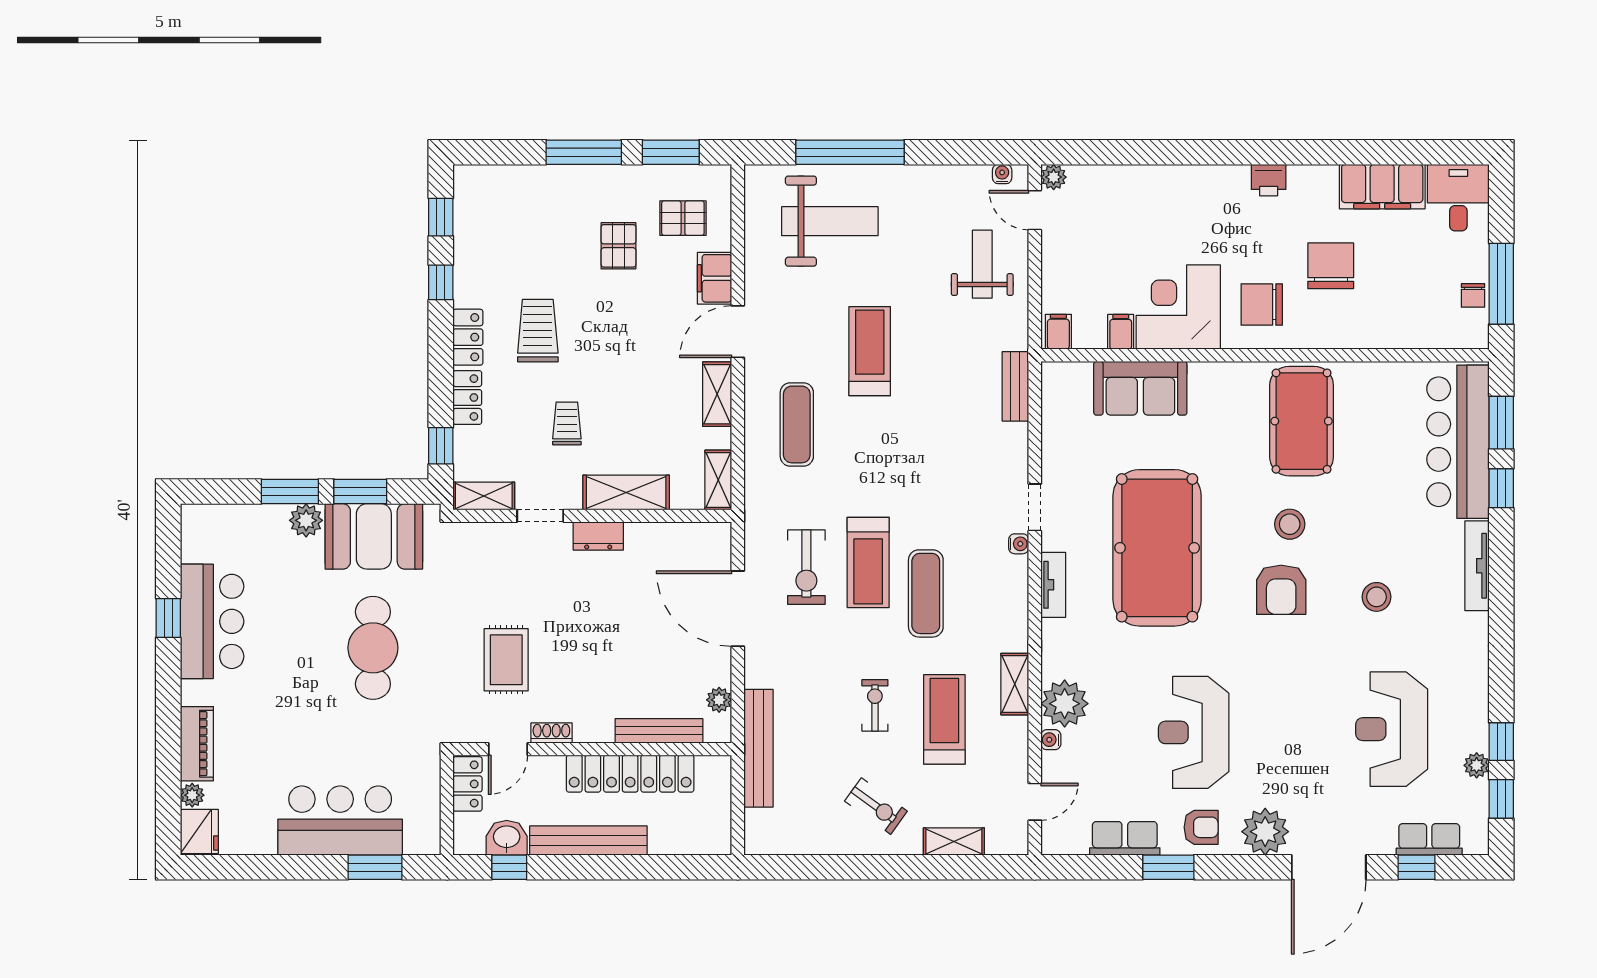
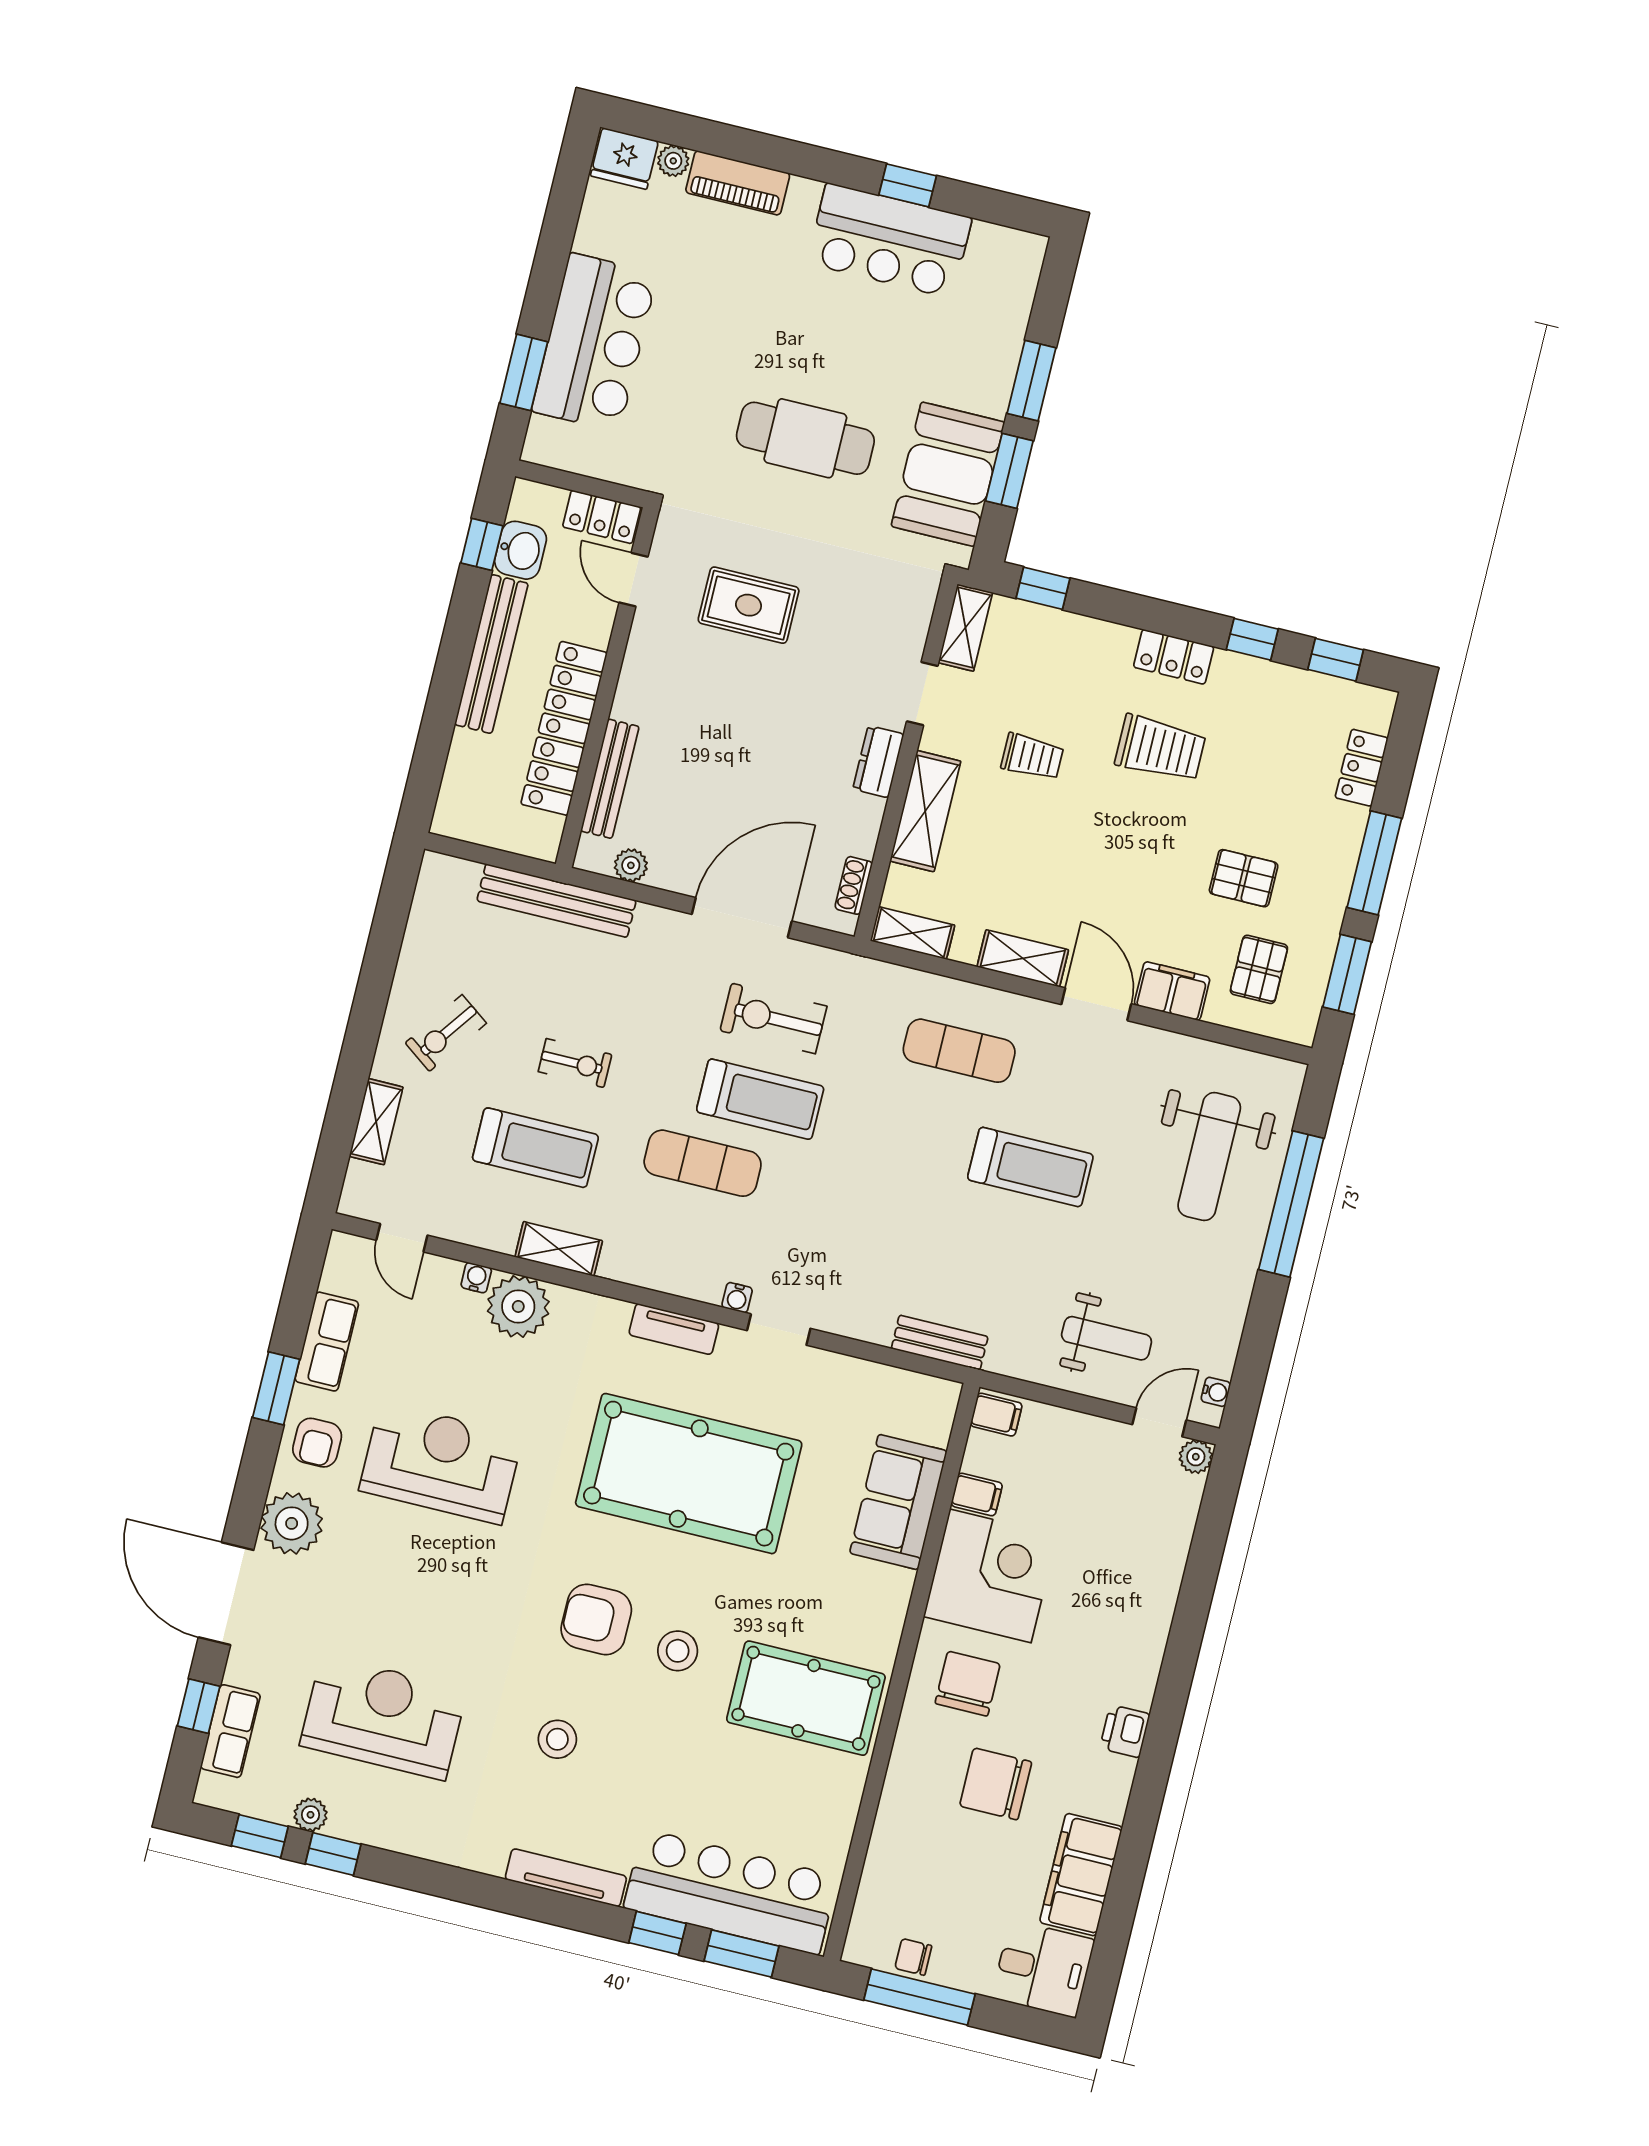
chair: (1331, 266) -> (996, 1784), turned 180
locker: (467, 398) -> (1362, 768), moved, turned 90
plant: (306, 520) -> (990, 392), removed
treadmill: (868, 562) -> (760, 1099), turned 180
shoe rack: (551, 733) -> (854, 885), moved, turned 180

